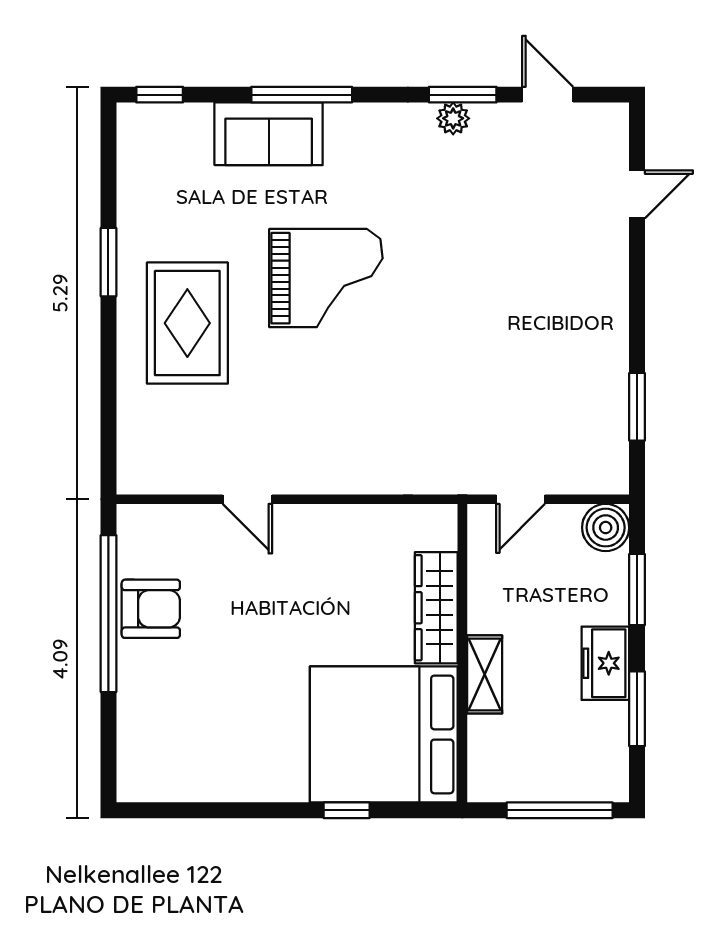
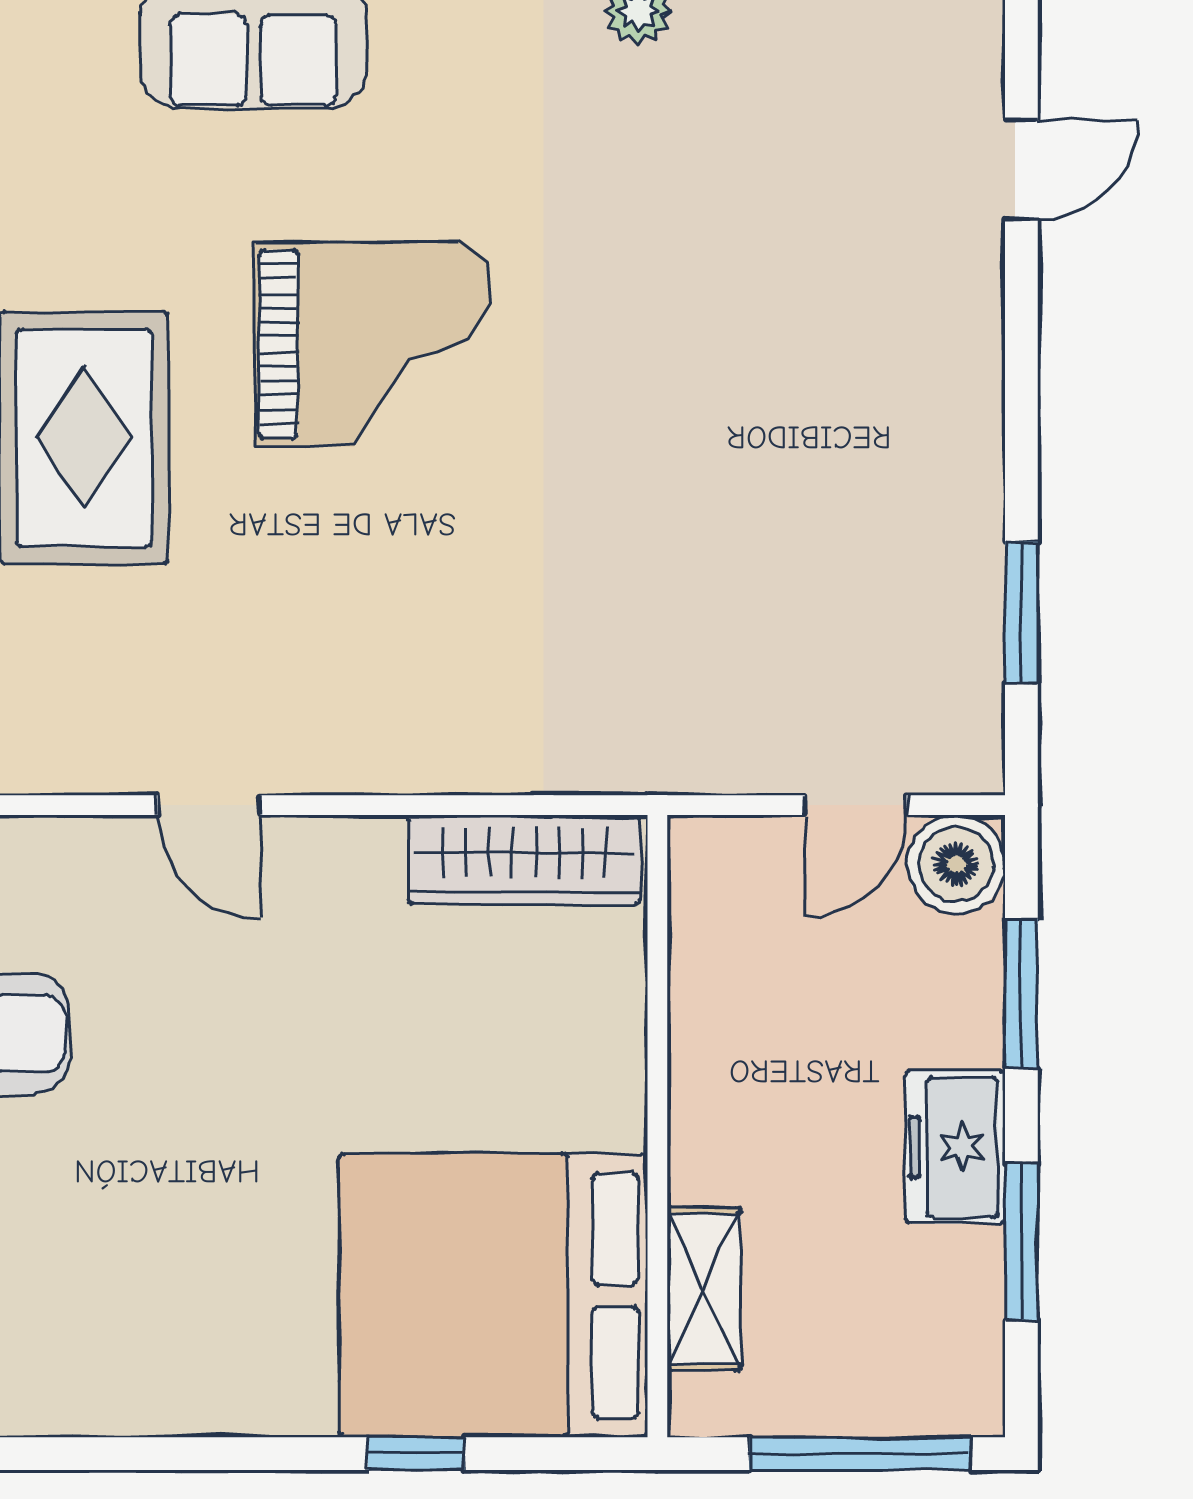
door: (521, 499) -> (856, 805), moved
wardrobe: (436, 608) -> (524, 860), moved, turned -90
shelving: (485, 674) -> (704, 1289), moved

